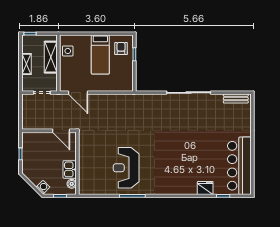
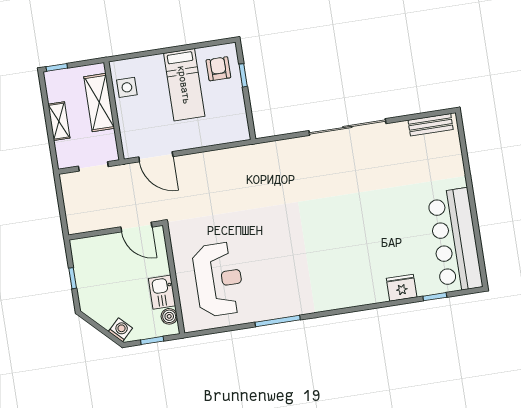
reception desk: (126, 168) -> (218, 279), moved, turned 180

